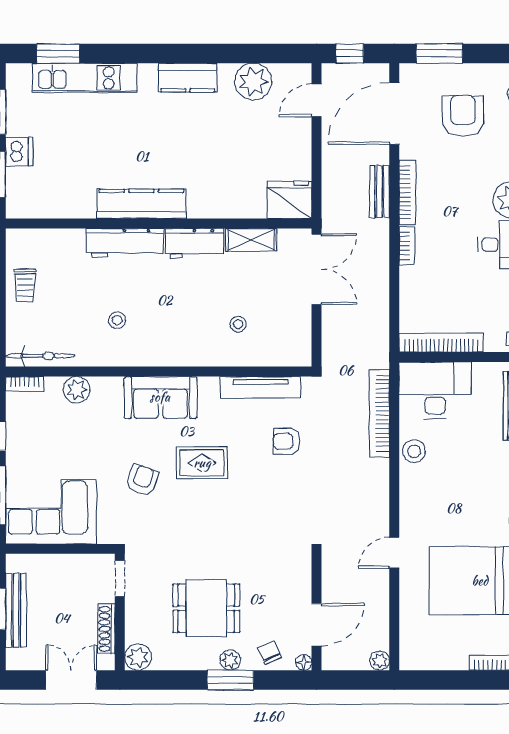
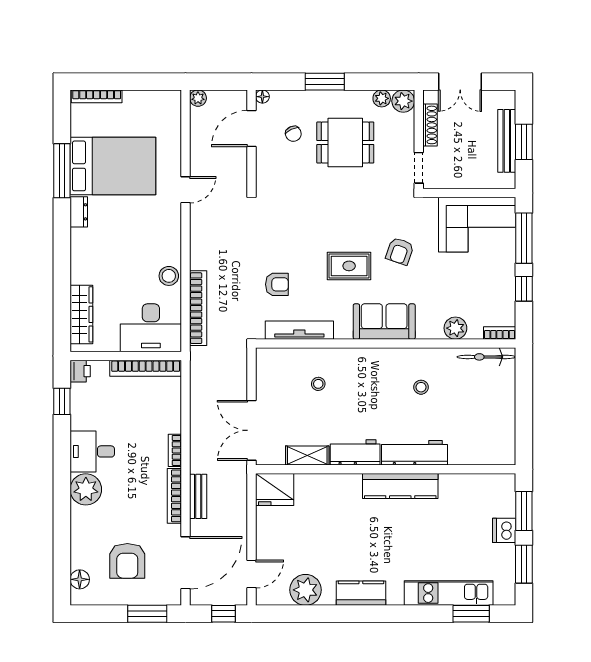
trolley: (25, 285) -> (499, 417), removed
chair: (270, 653) -> (293, 134), moved
plant: (230, 660) -> (382, 98), moved

